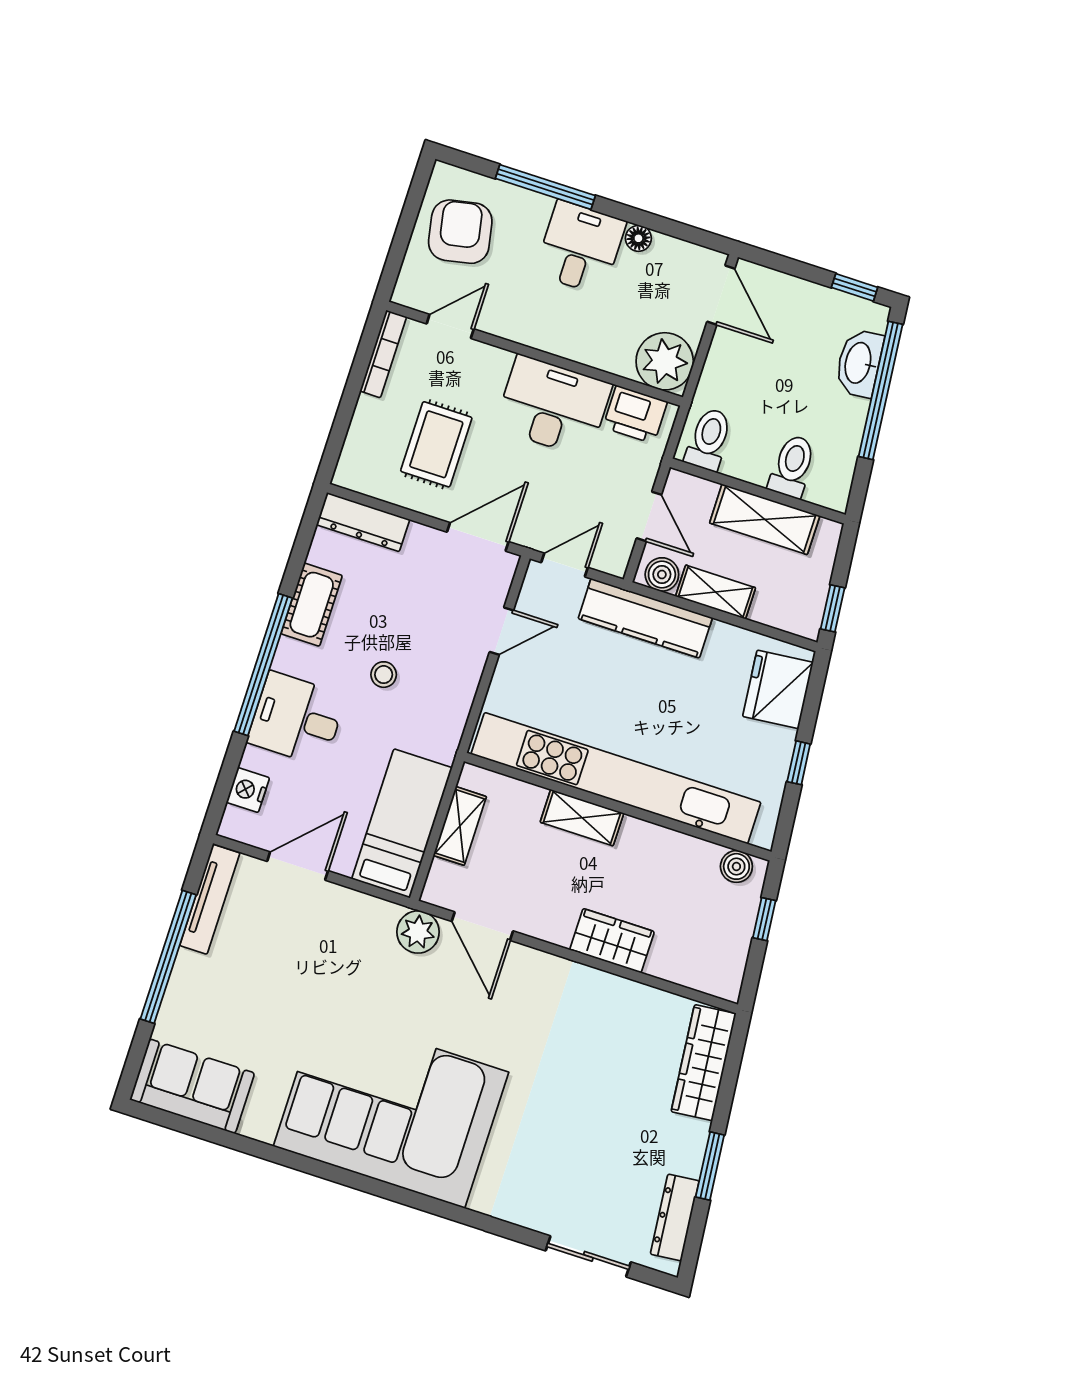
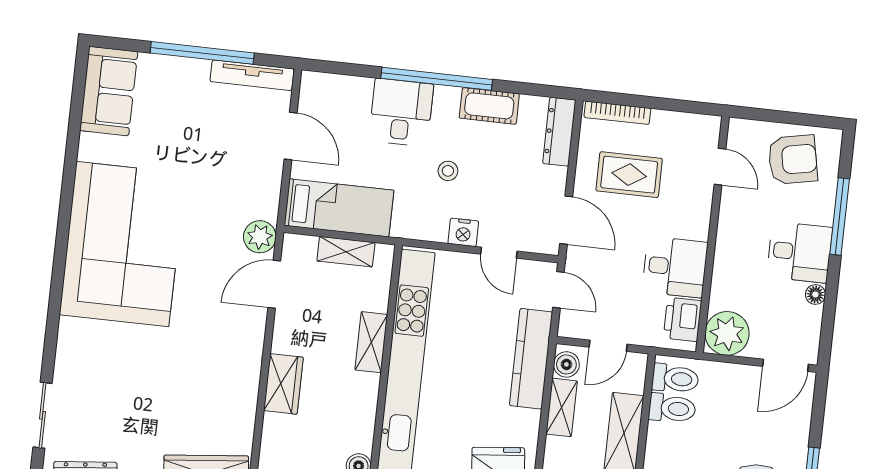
bookcase: (383, 354) -> (617, 113), moved
desk: (553, 406) -> (675, 267), width x0.73
toilet: (792, 466) -> (672, 408), moved
nightstand: (248, 790) -> (463, 232), moved, turned 180

